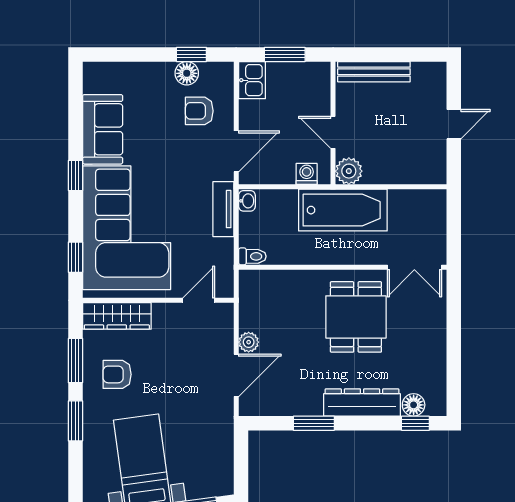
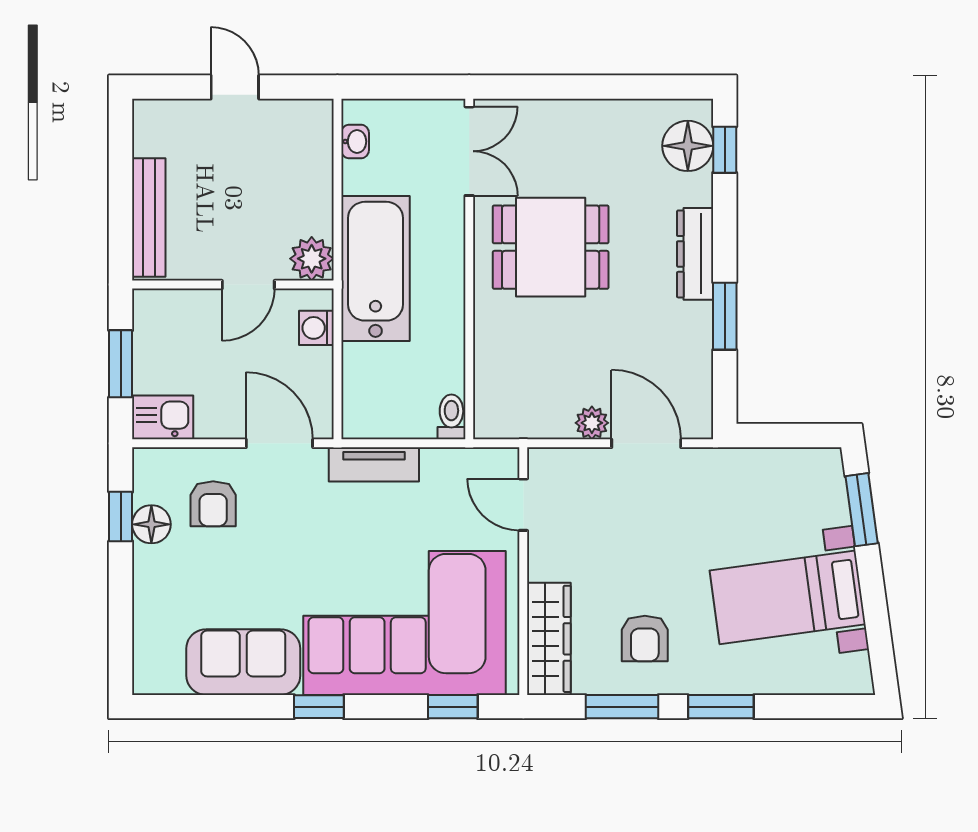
washbasin: (247, 201) -> (355, 141), moved, turned 90
dresser: (362, 402) -> (695, 254), width x0.73, depth x0.80
floor lamp: (414, 405) -> (688, 146), width x1.38, depth x1.38

